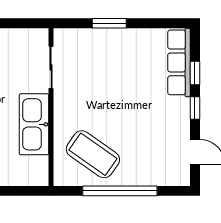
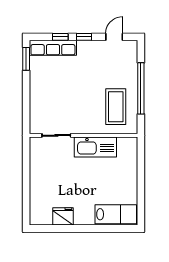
window: (109, 23) -> (26, 59), moved
coffee table: (93, 154) -> (116, 107), turned -35

